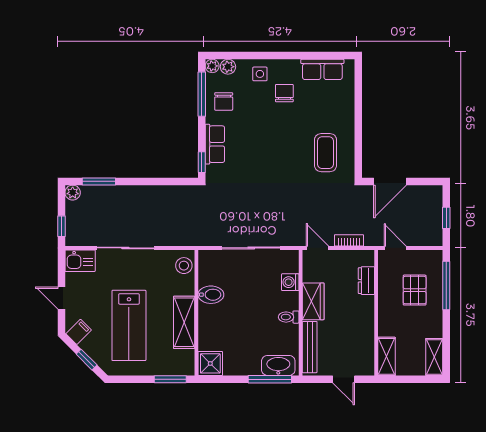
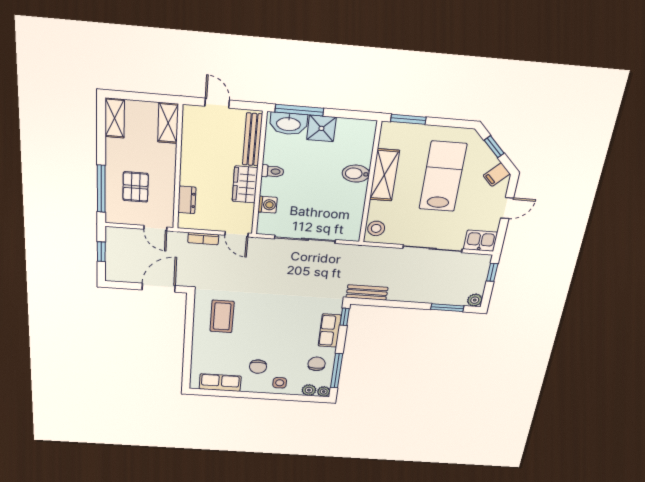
bench: (183, 193) -> (367, 292), added
bidet: (211, 295) -> (356, 174), moved
door: (61, 298) -> (507, 208), hinge flipped
shower: (210, 363) -> (321, 128), moved

